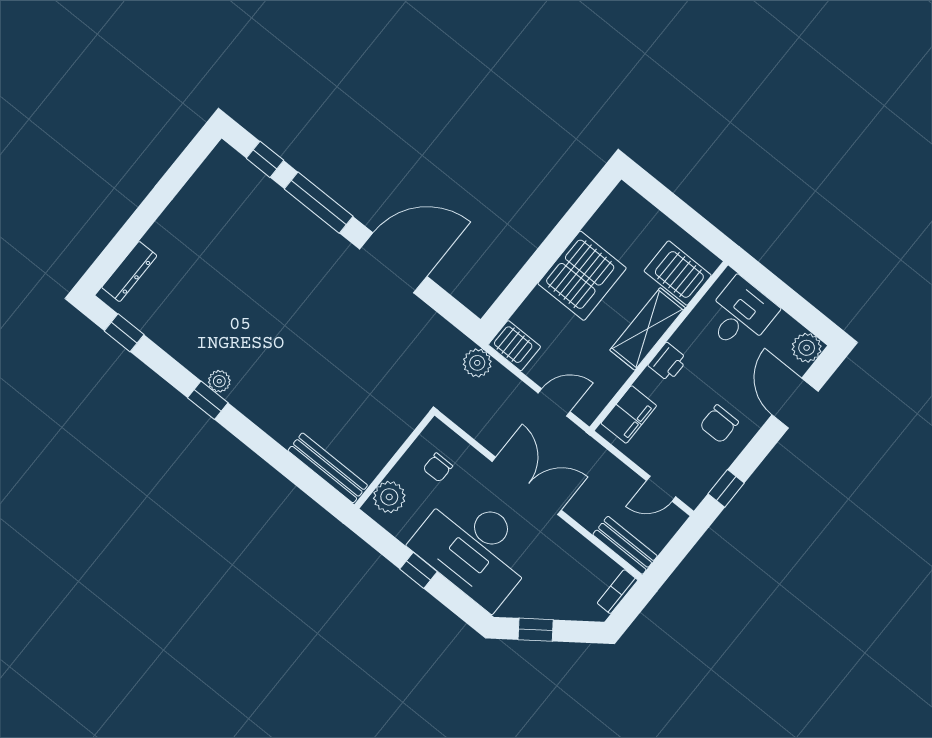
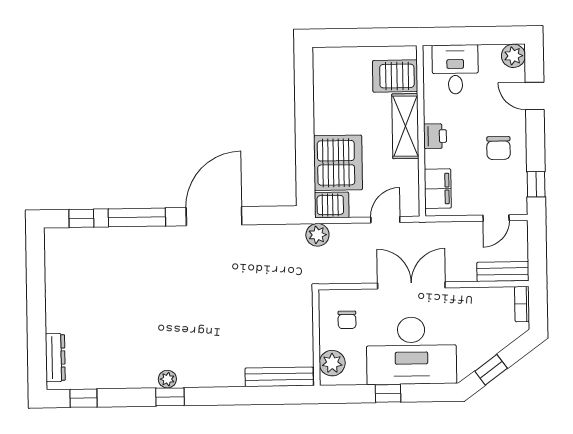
server rack: (582, 276) -> (338, 163), moved
door: (795, 403) -> (535, 96), width x0.73

